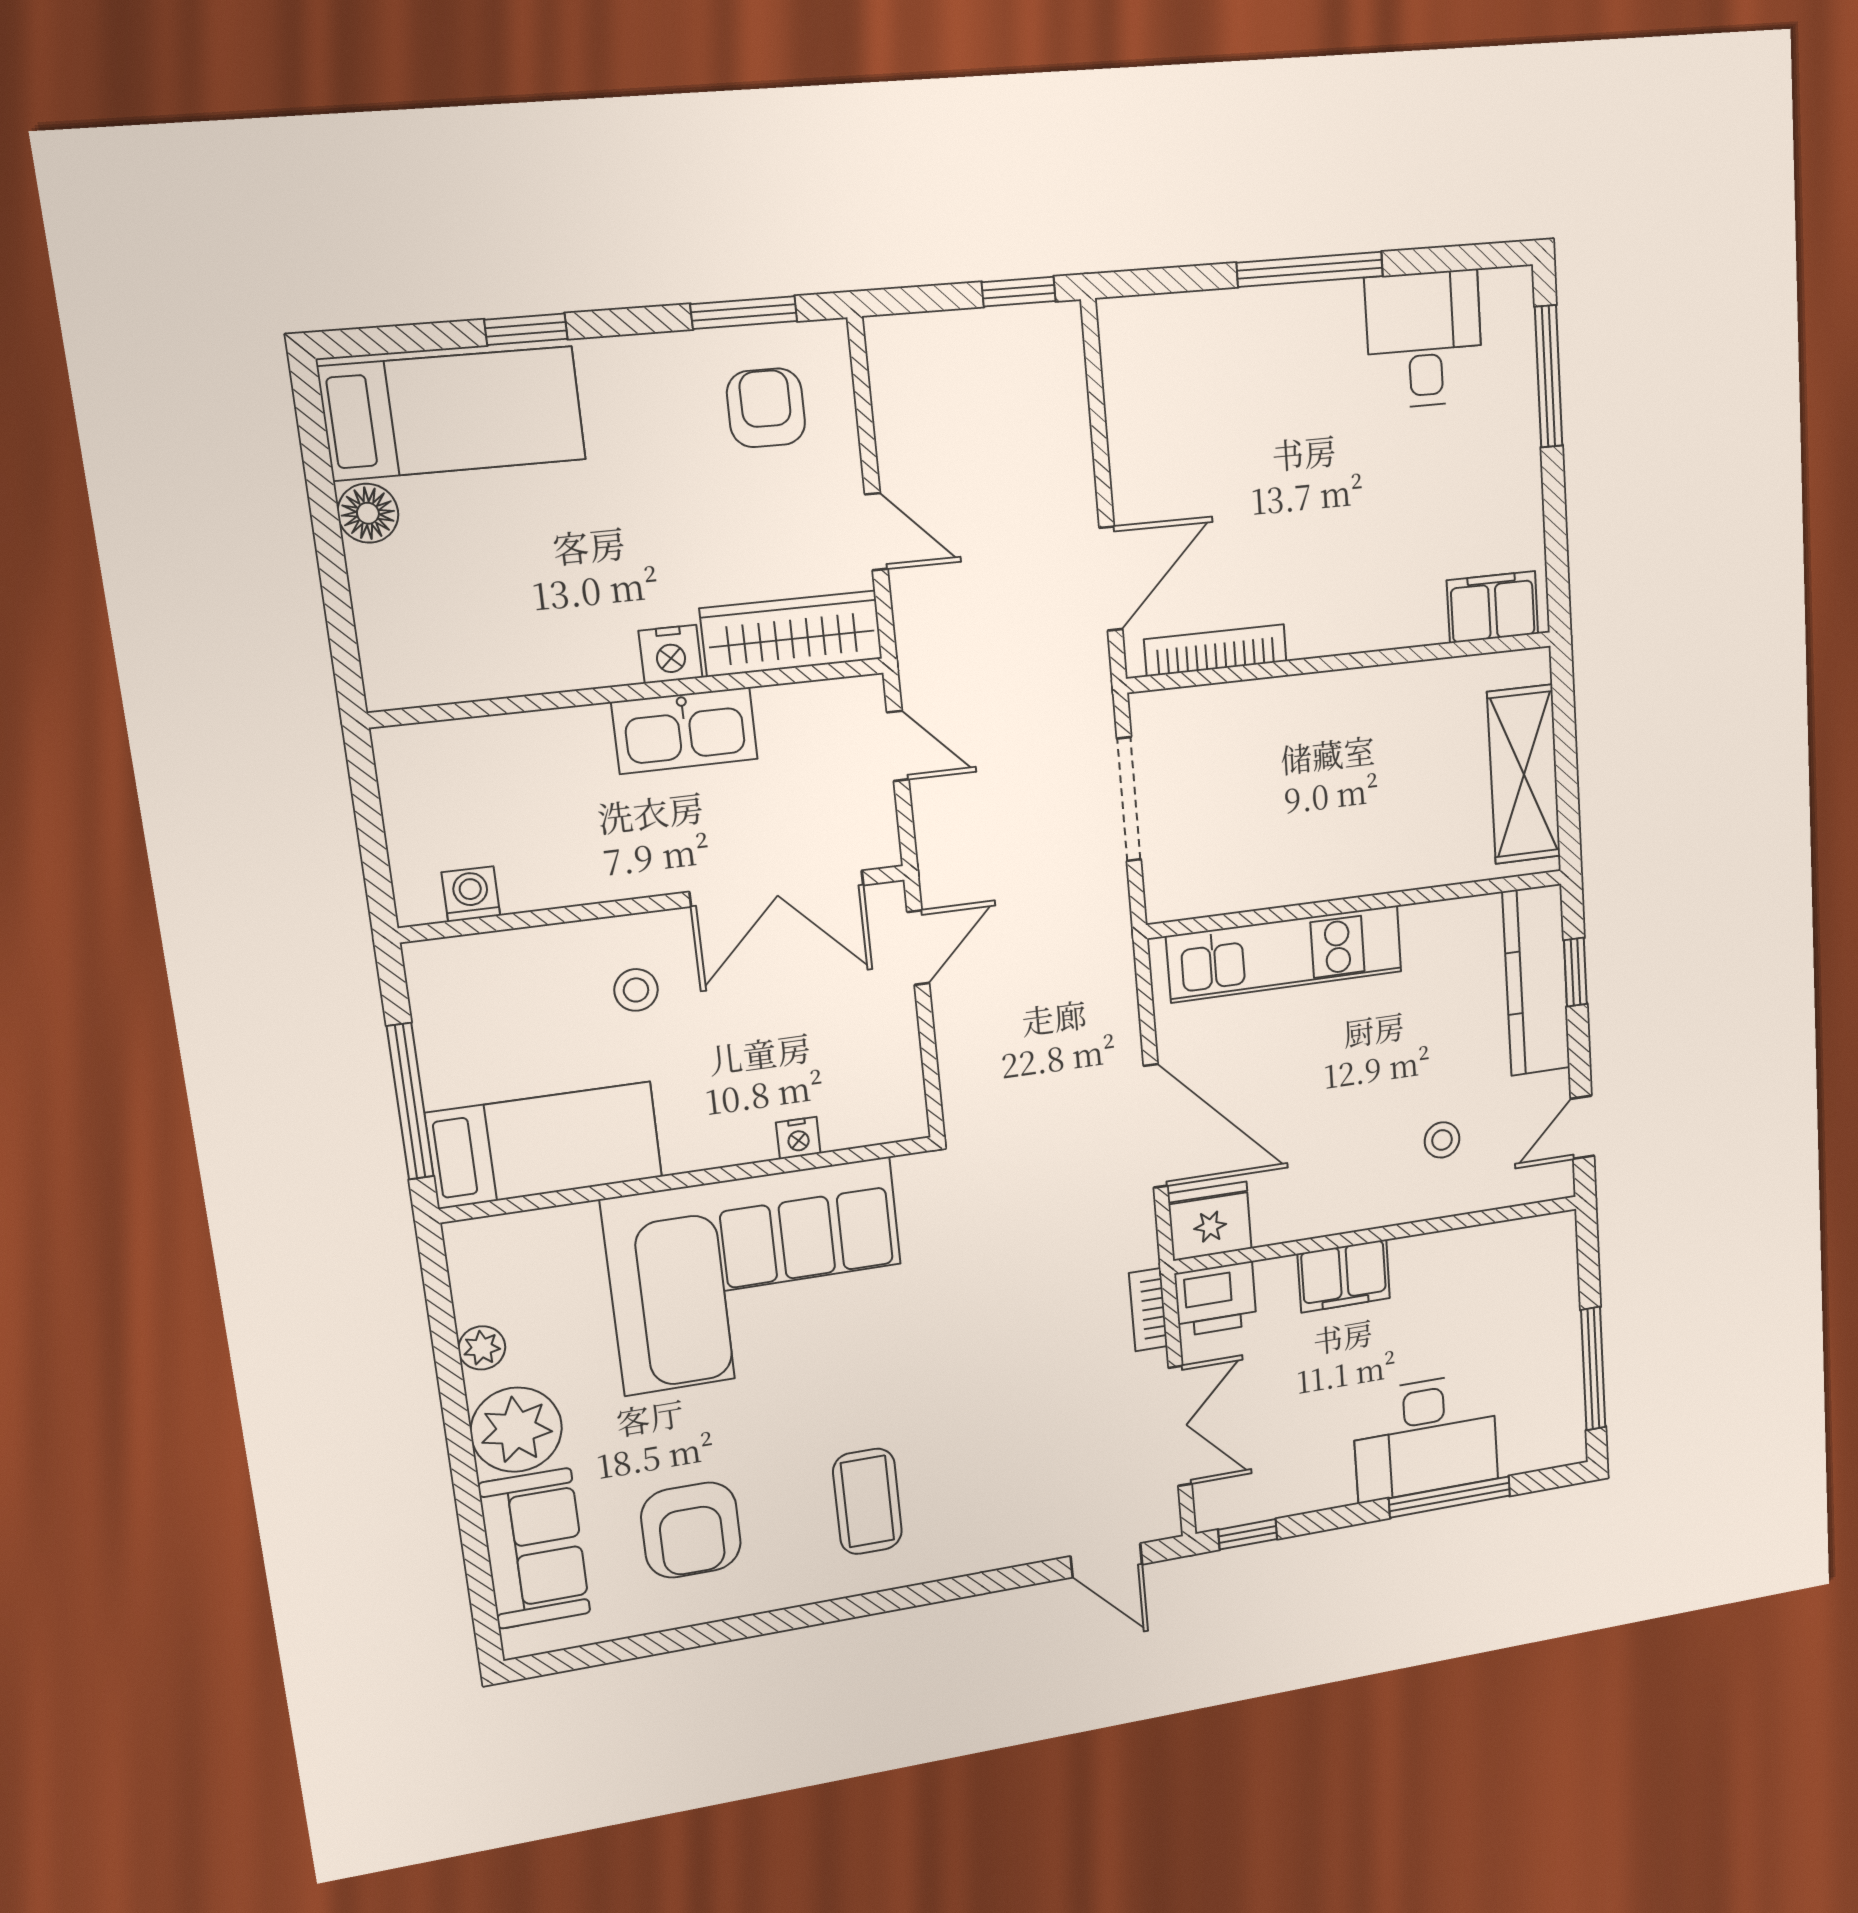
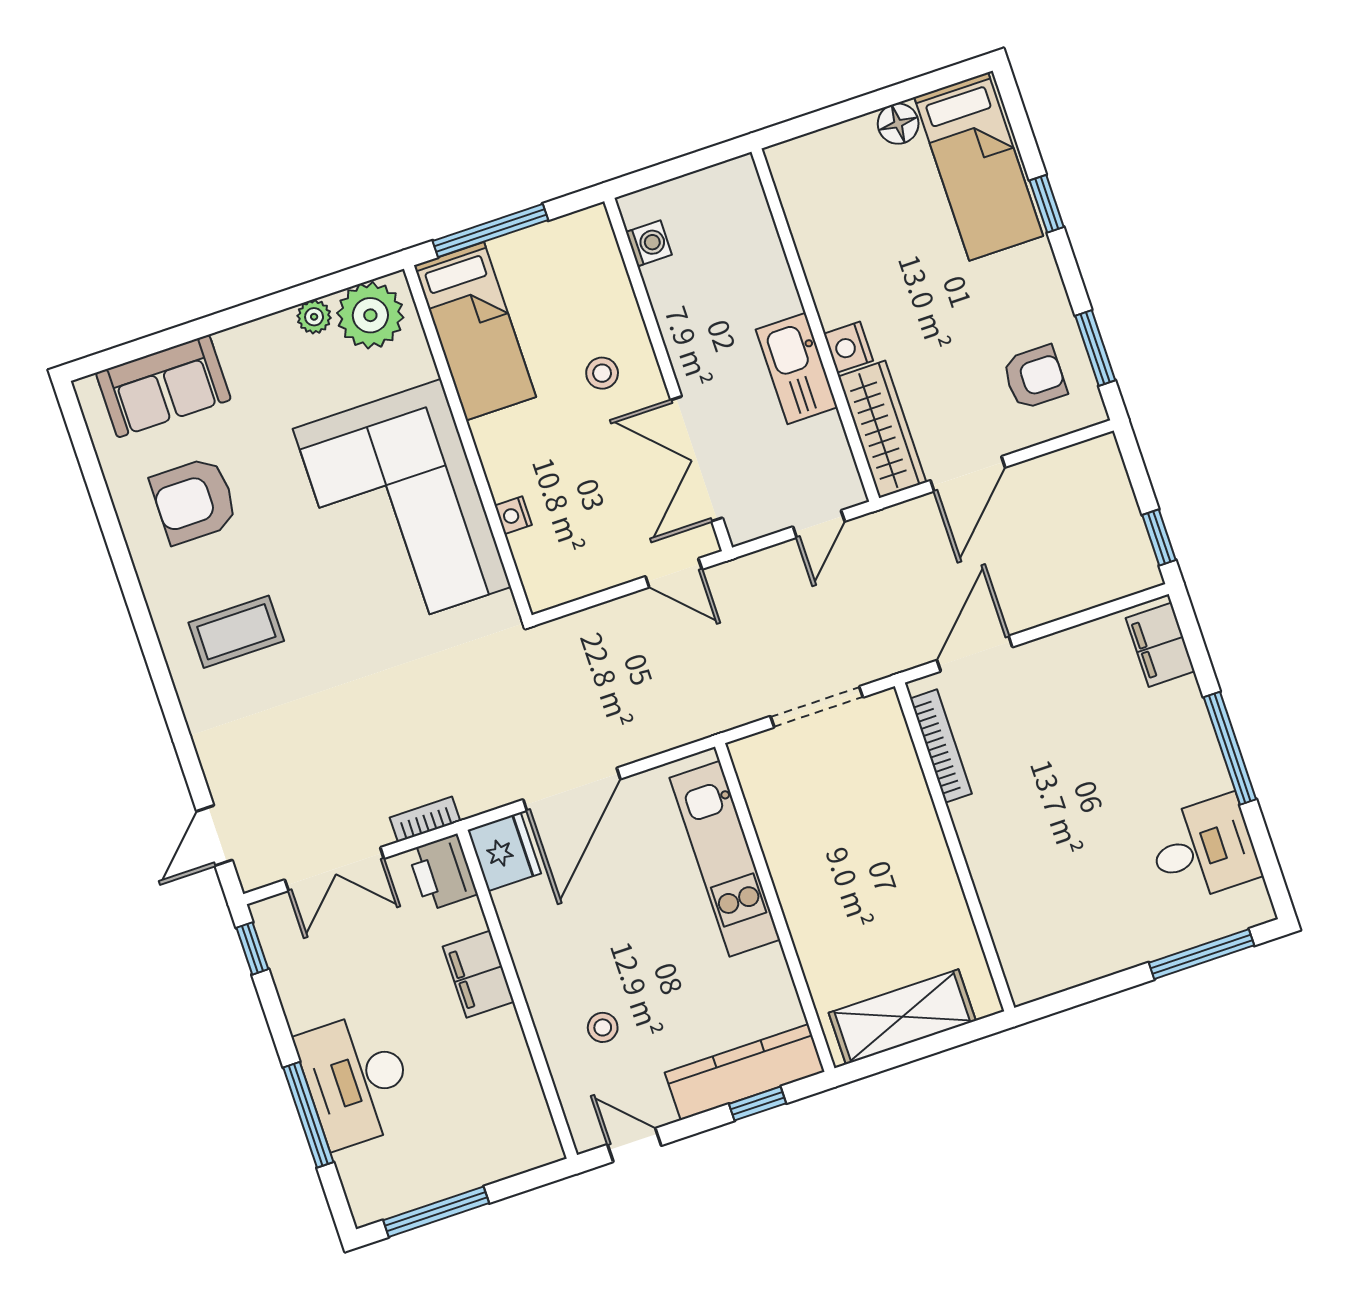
door: (876, 532) -> (968, 474), width x1.38
door: (1111, 579) -> (975, 654), swing flipped
filing cabinet: (1493, 607) -> (1160, 645), moved, turned 180
plant: (516, 1430) -> (370, 315), moved

